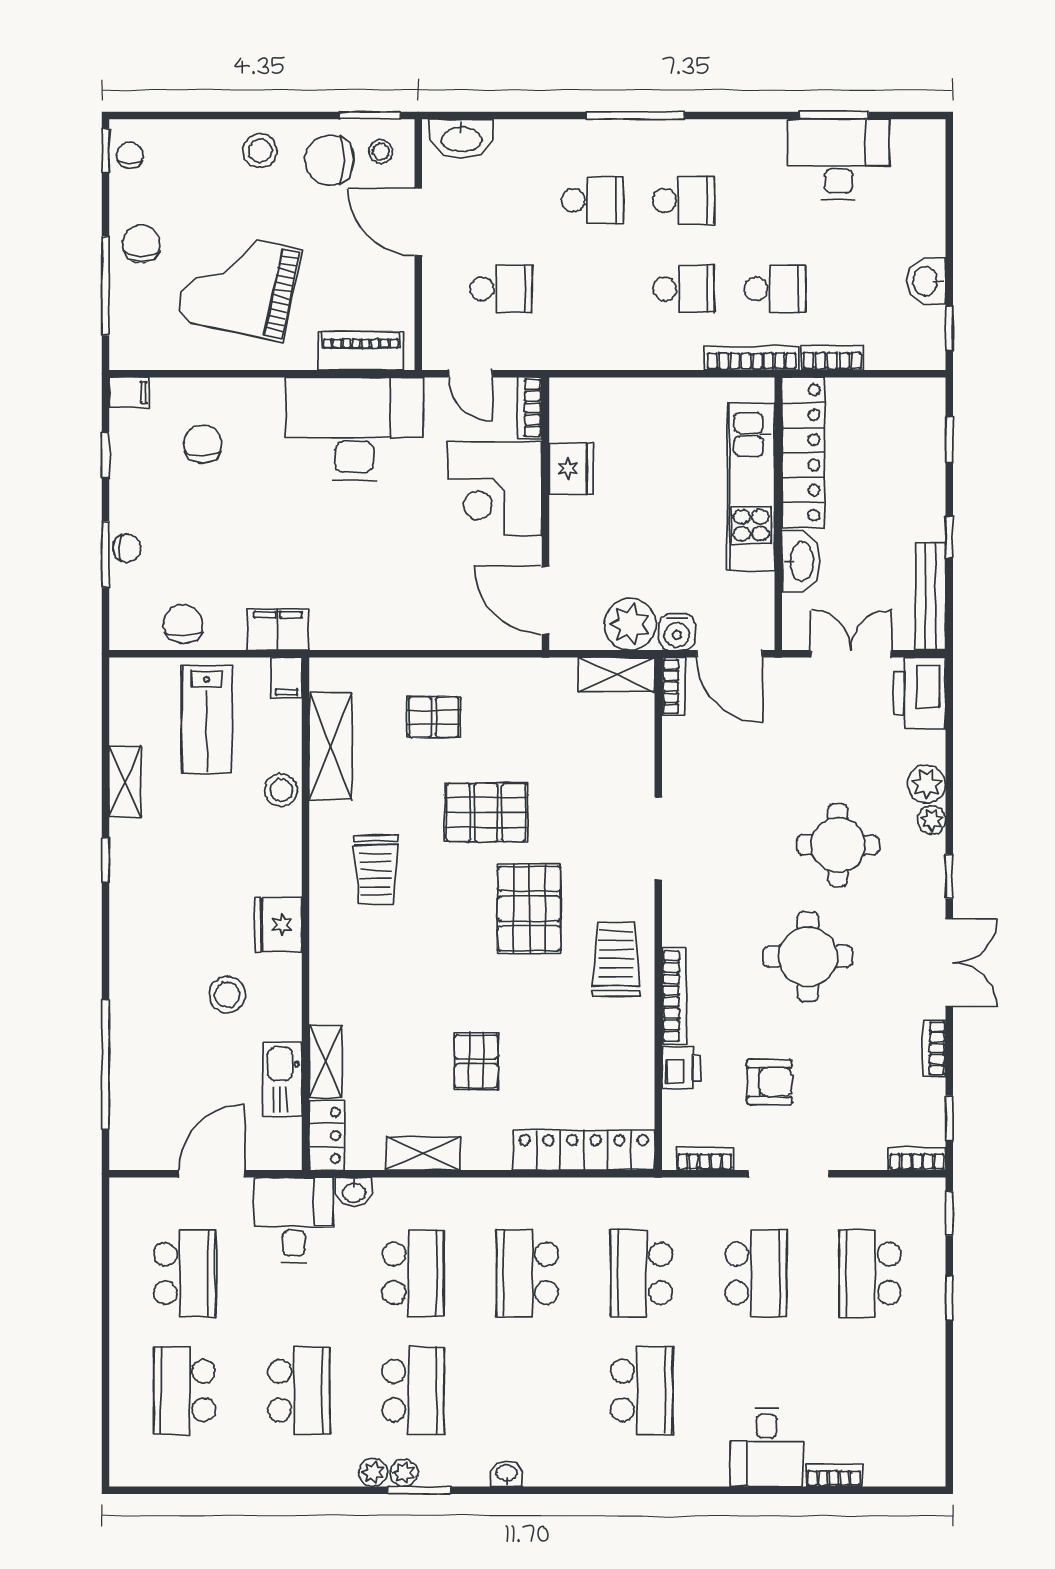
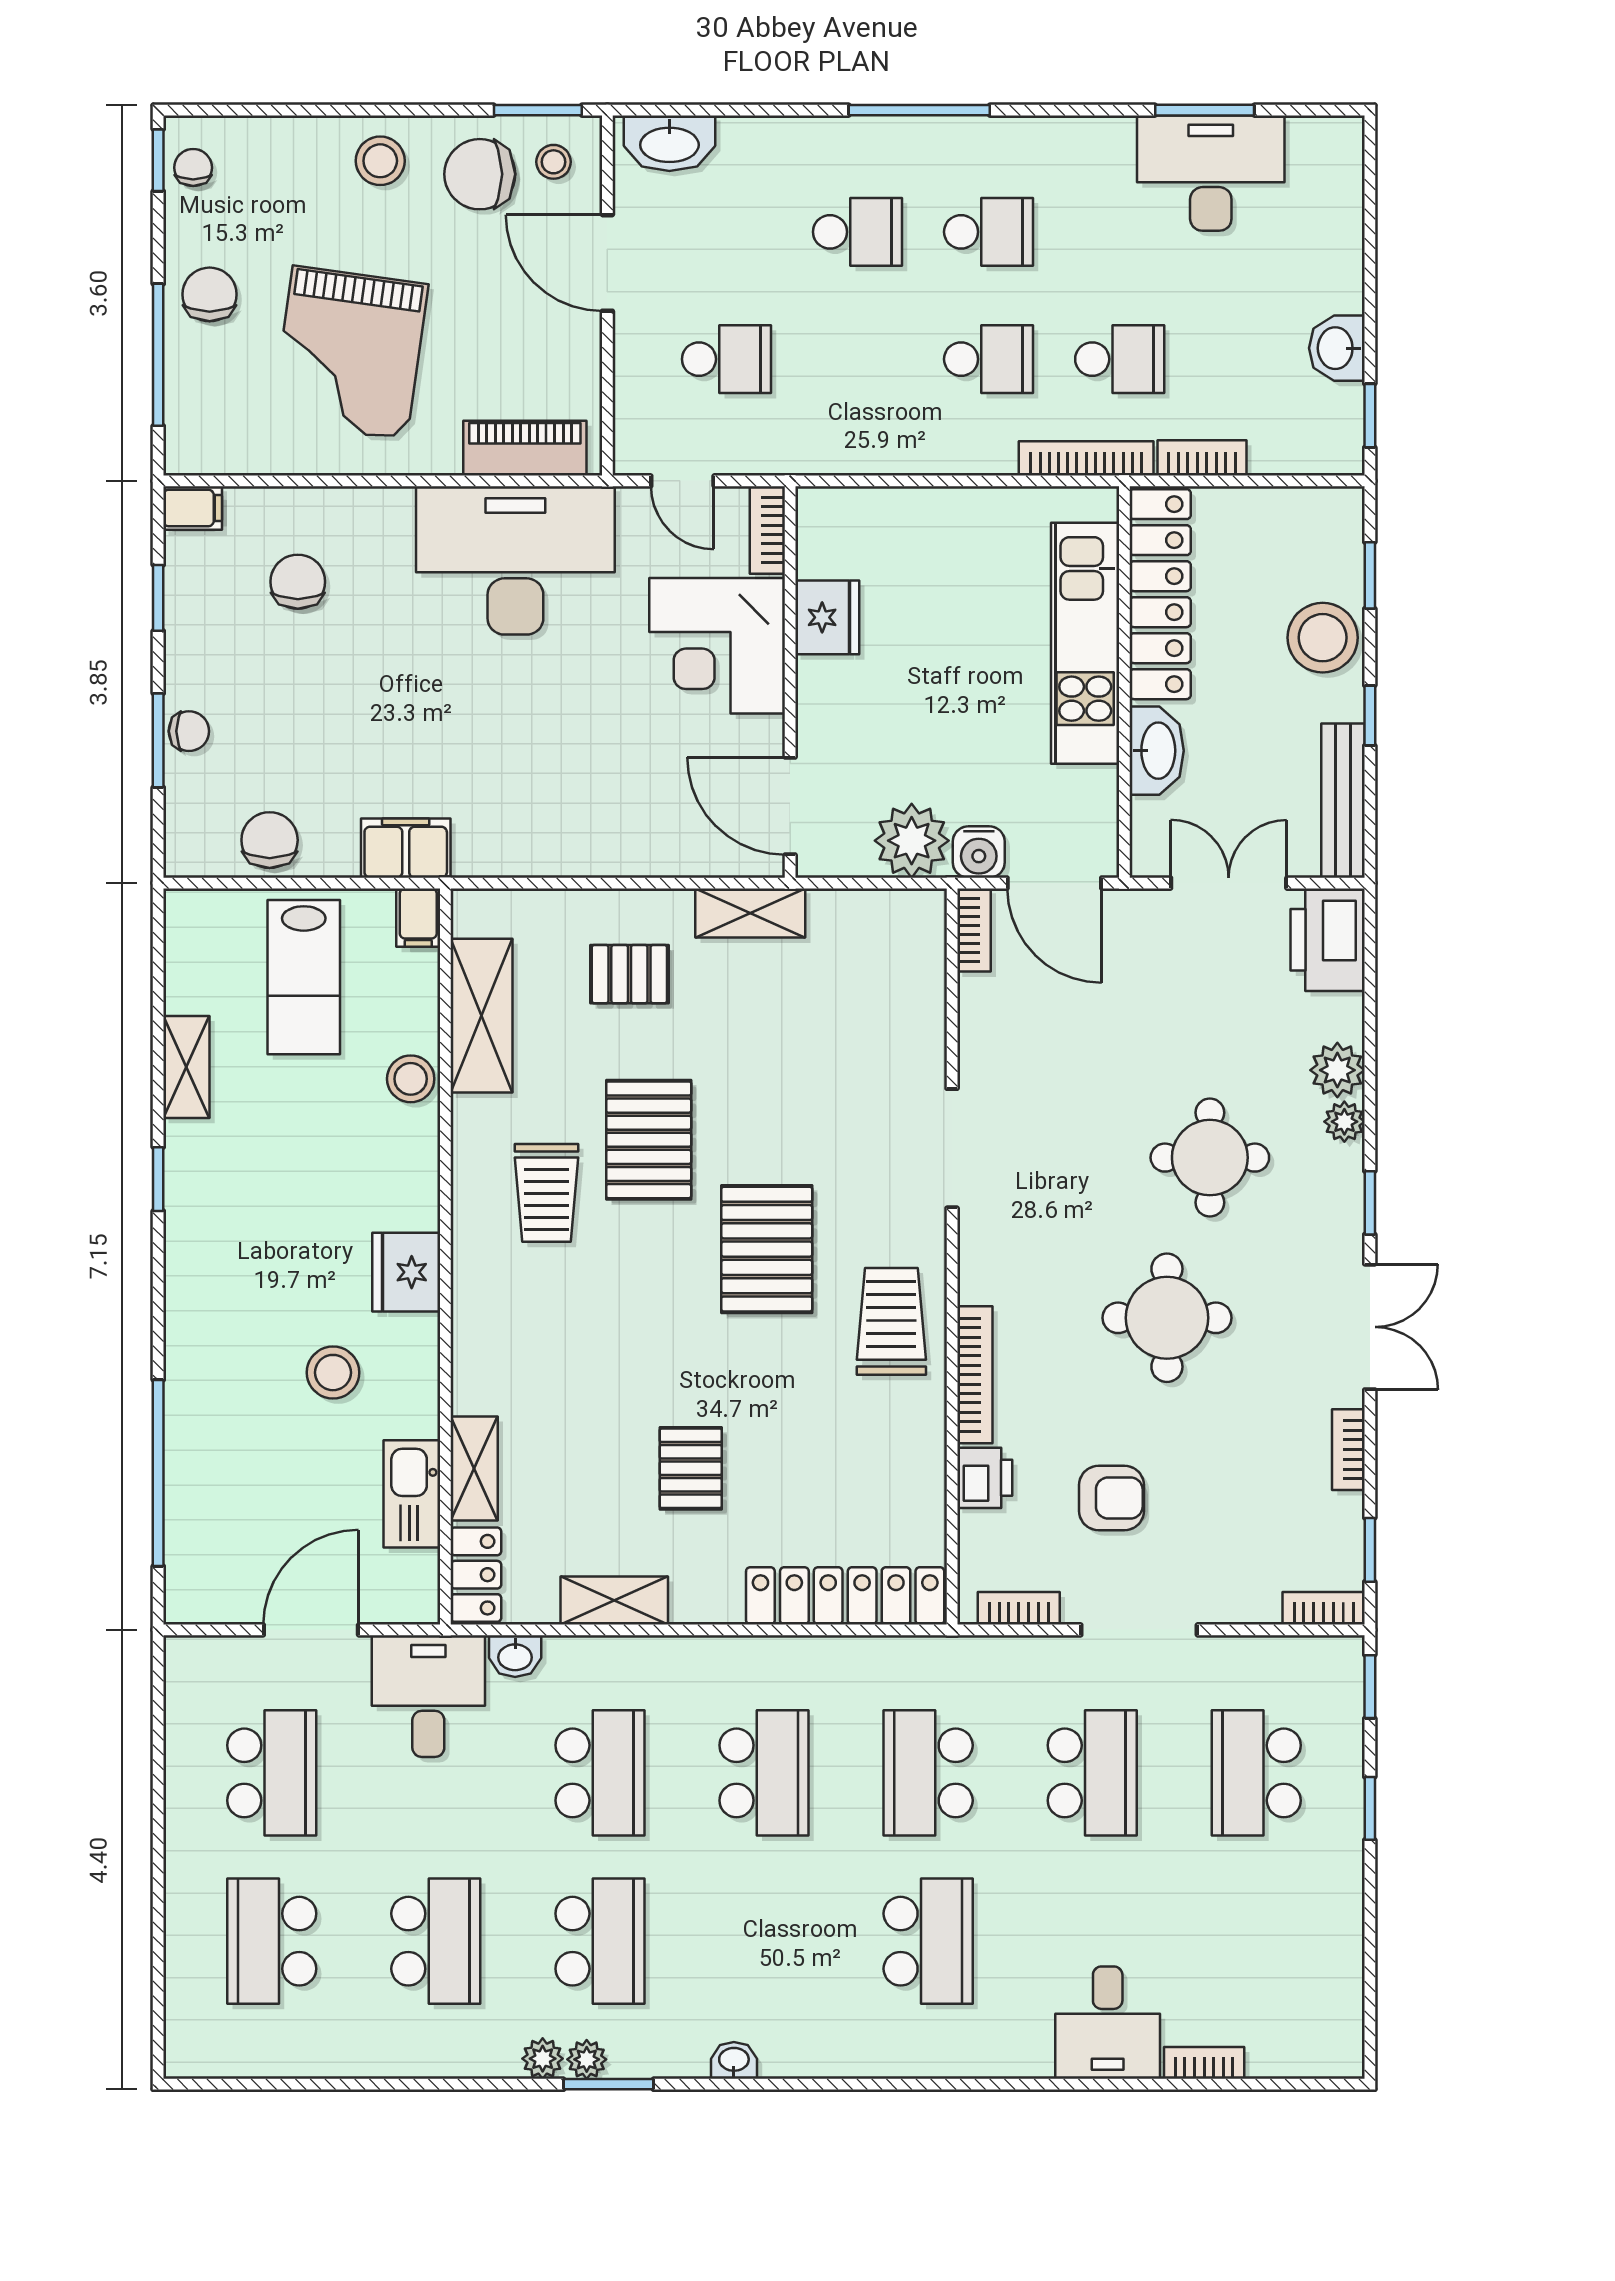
grand piano: (239, 284) -> (350, 353), turned -94
stool: (916, 483) -> (1323, 638), added
shelving: (616, 675) -> (750, 913), moved
pallet: (486, 813) -> (649, 1140), moved, turned 90
school desk: (527, 1273) -> (764, 1773), turned 180

